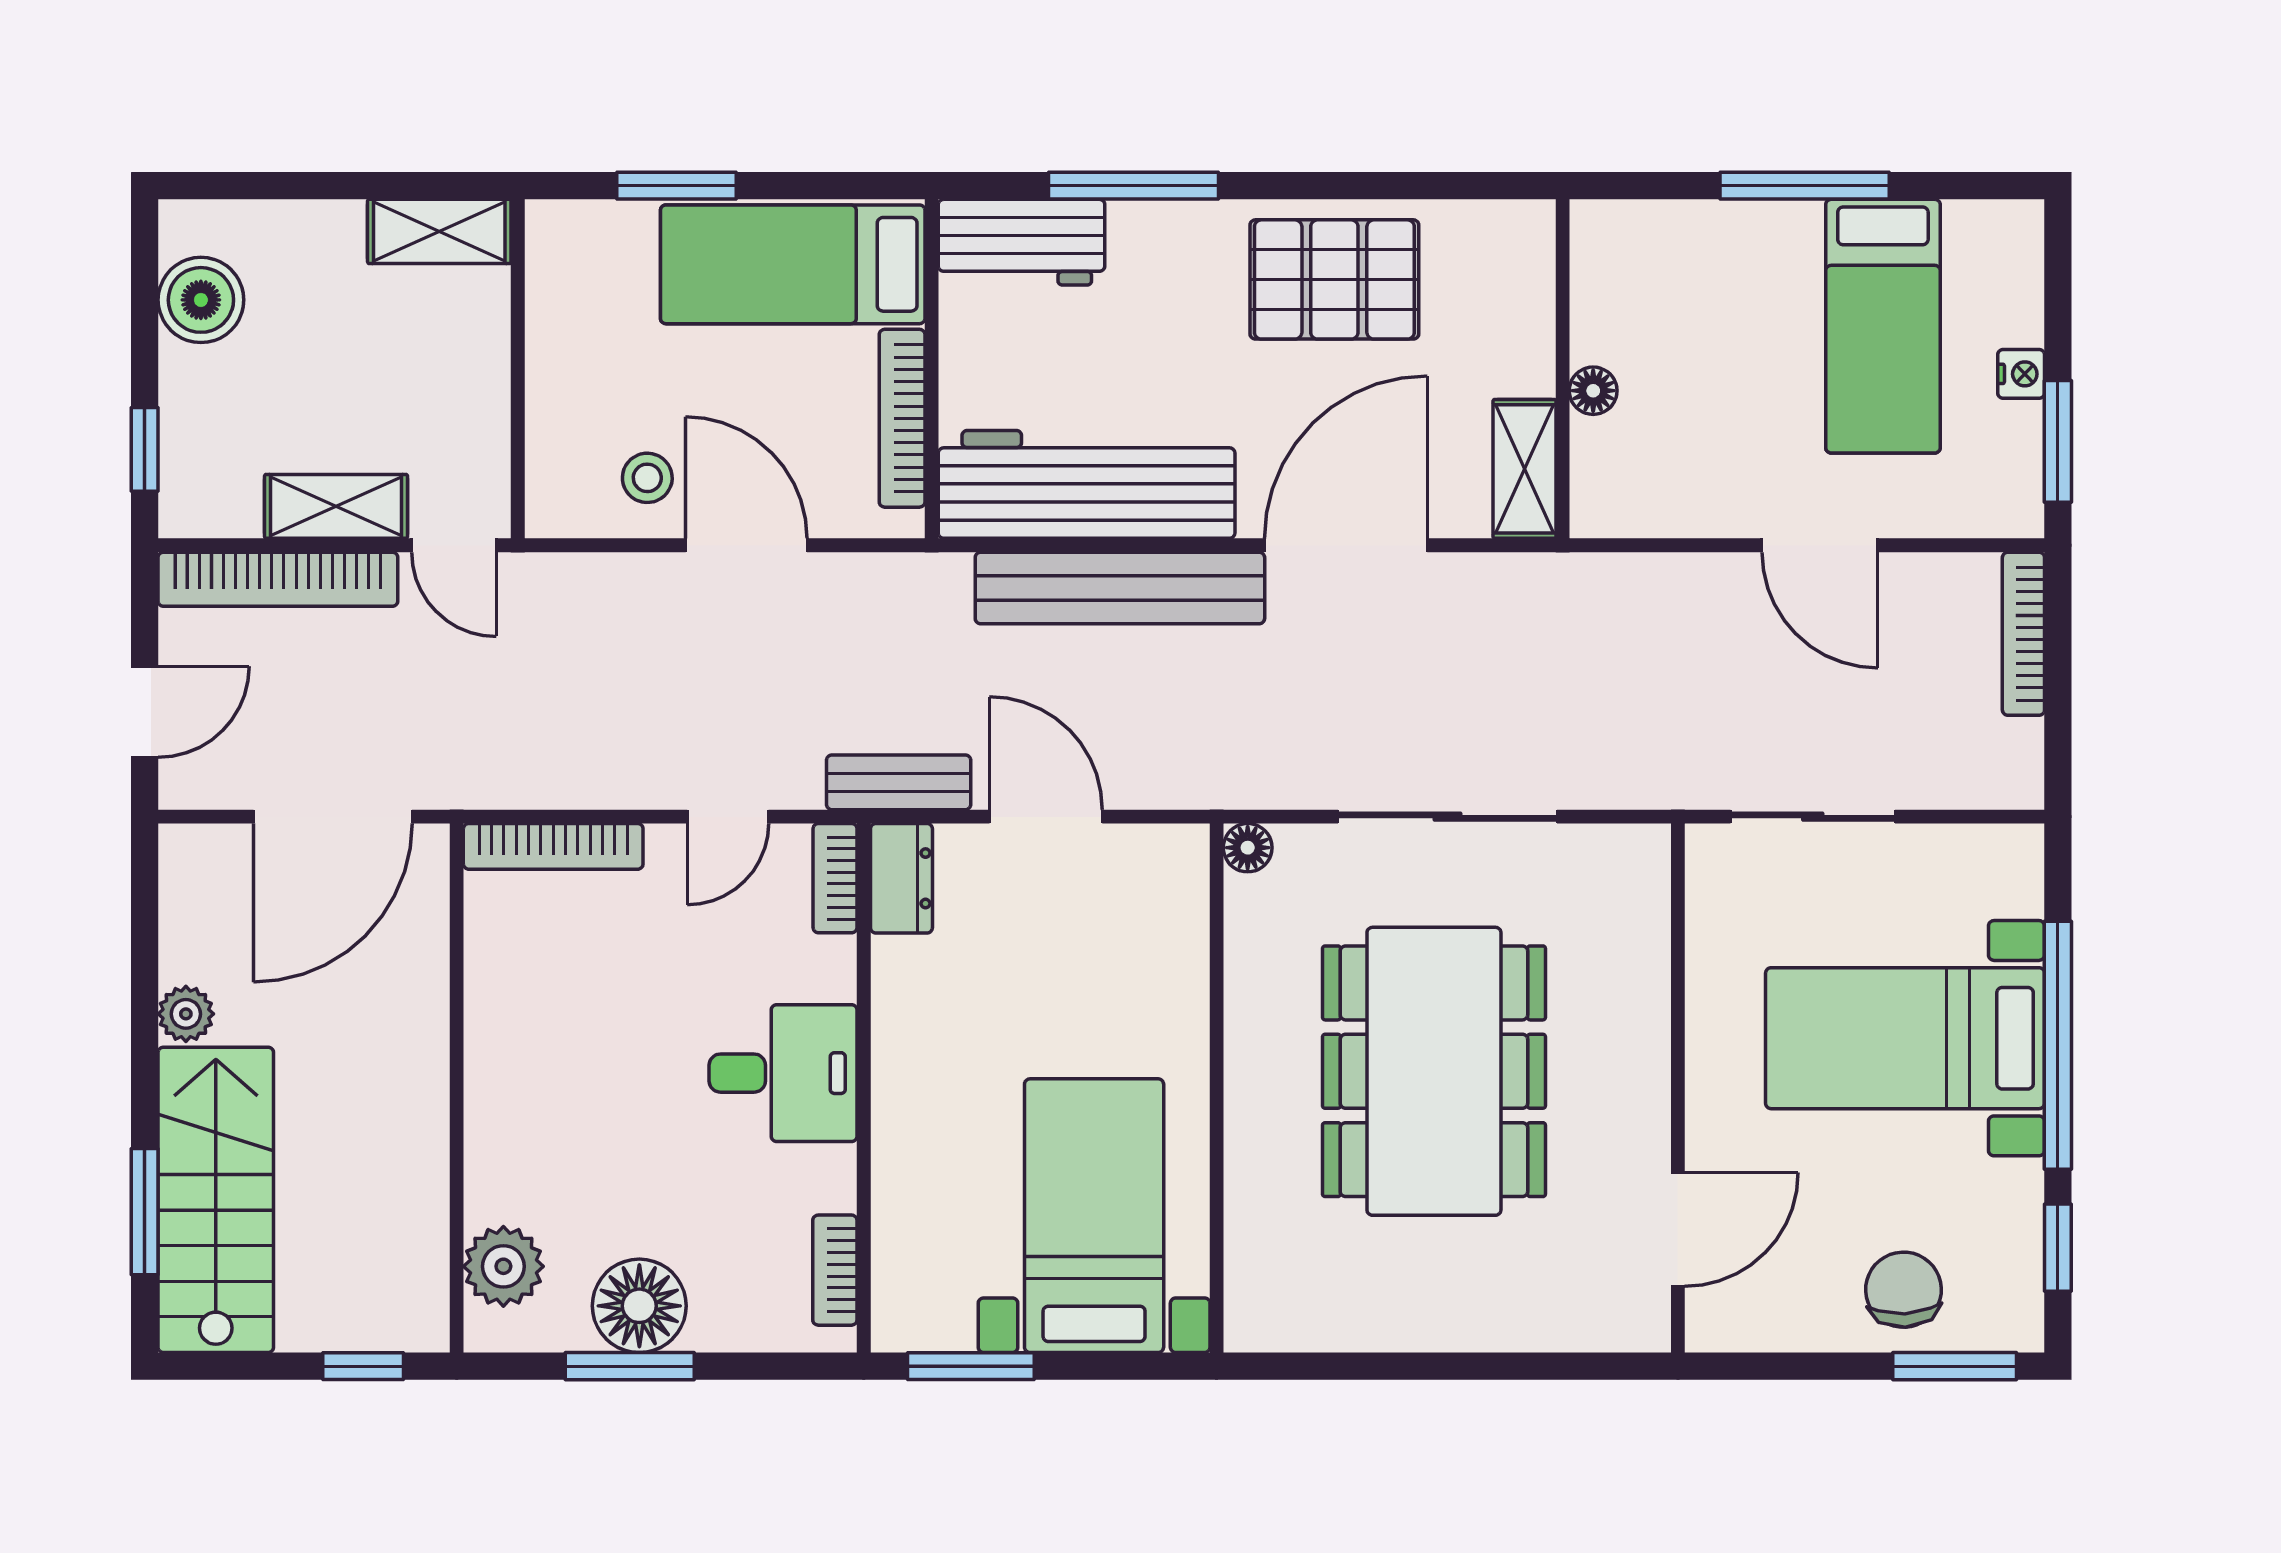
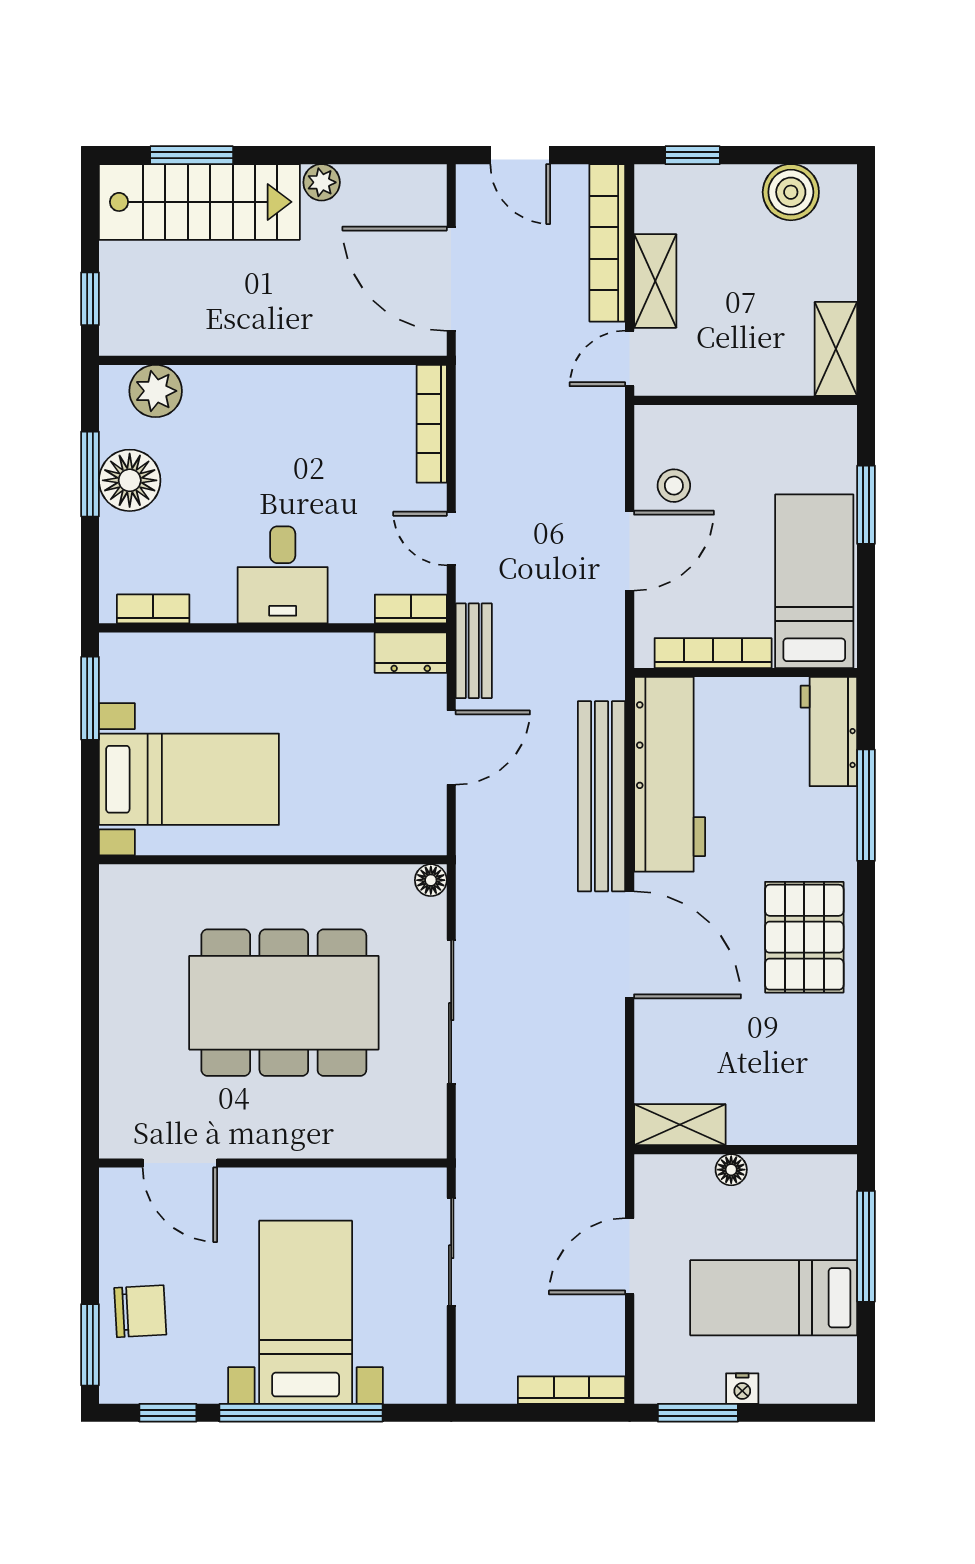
wall: (1563, 369) -> (746, 1150), moved
floor lamp: (1593, 391) -> (731, 1170), moved
shelving: (1525, 469) -> (680, 1125), moved

